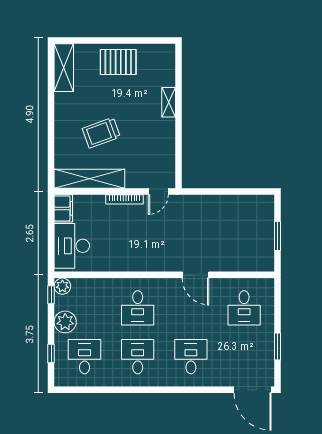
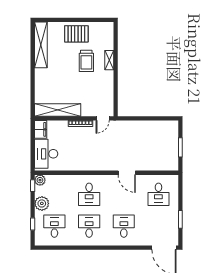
shelving: (64, 68) -> (41, 45), width x1.47
trolley: (101, 133) -> (86, 61), moved, turned -70

